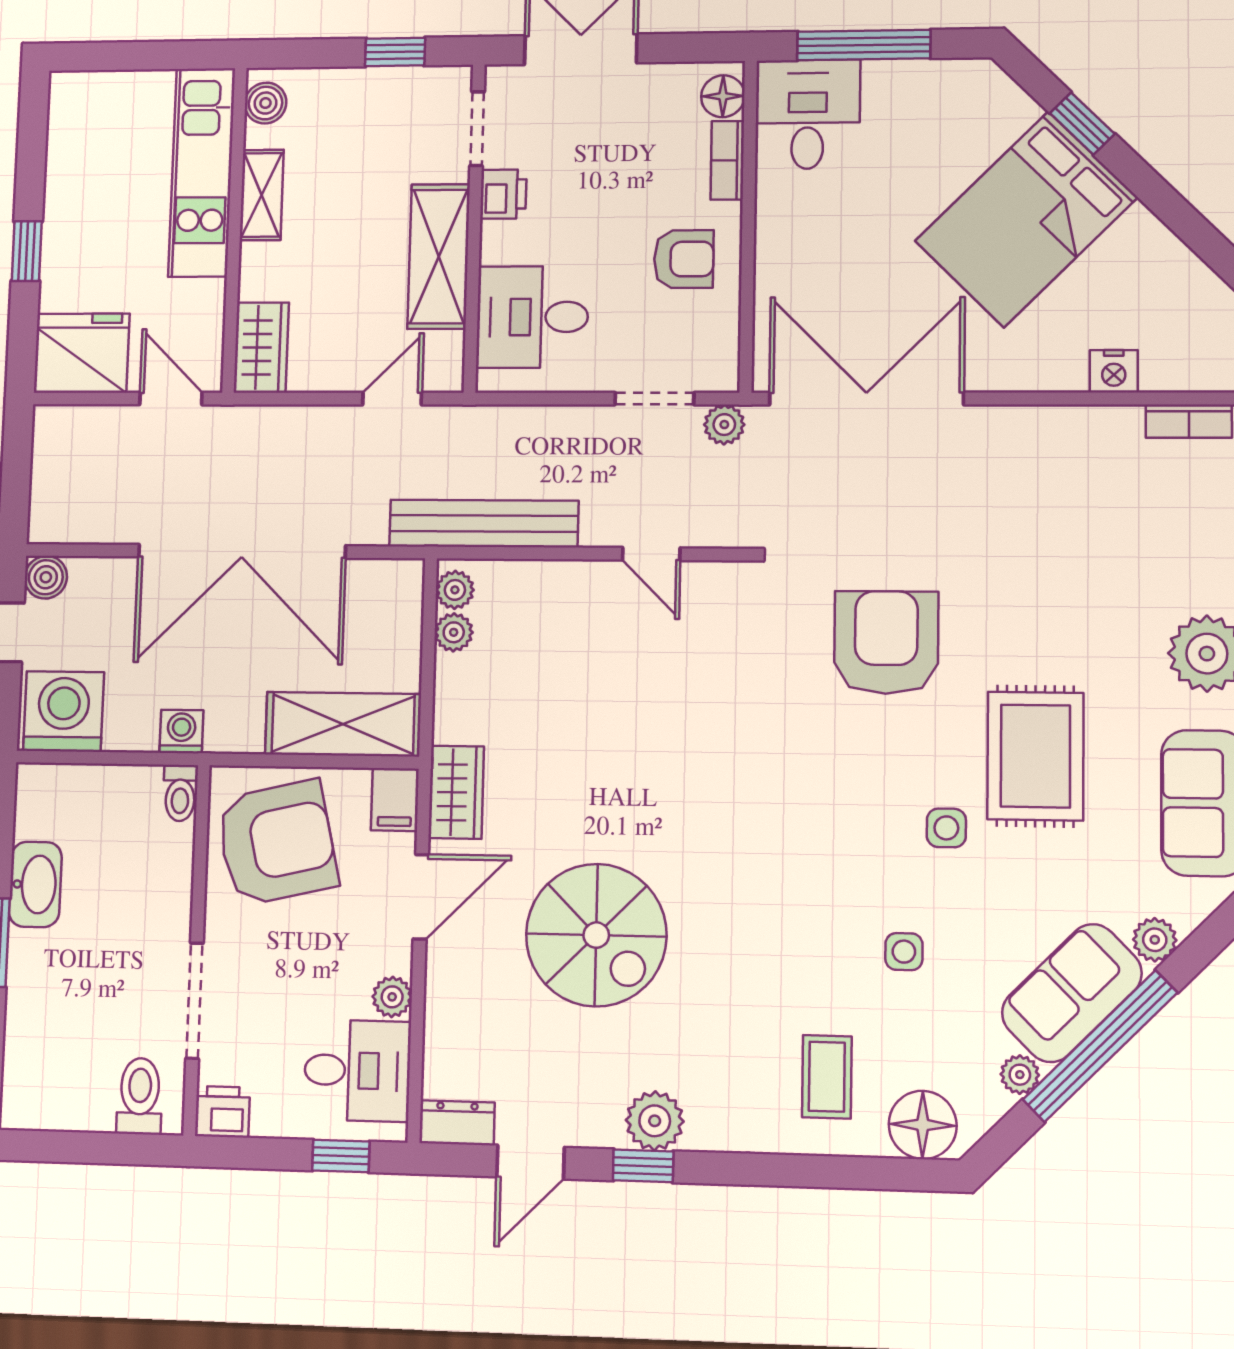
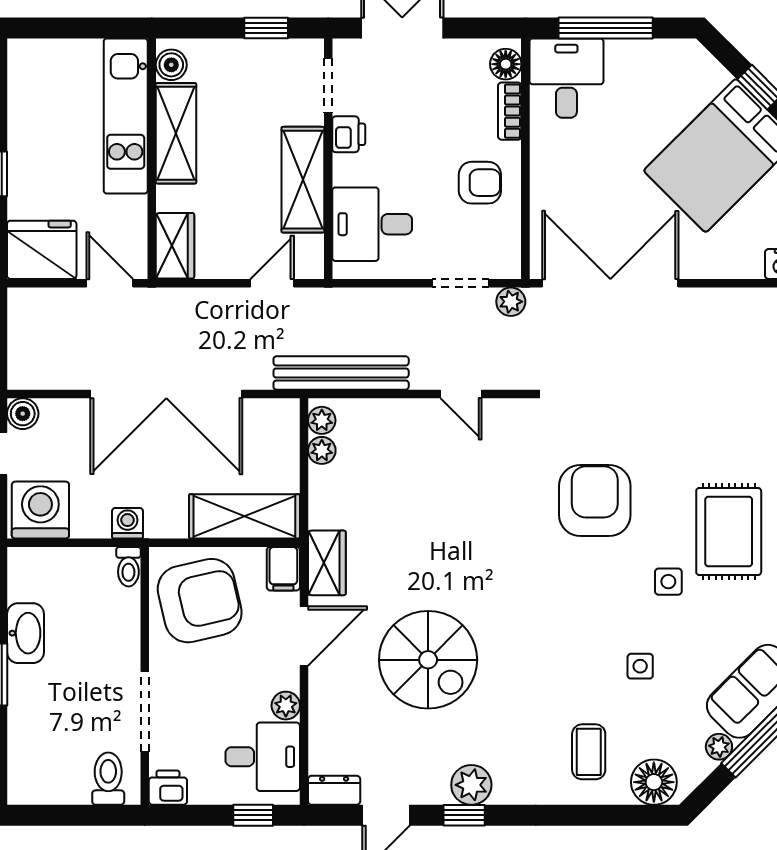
shelving: (262, 195) -> (176, 133), width x1.50, depth x1.33
armchair: (886, 642) -> (595, 500), moved

